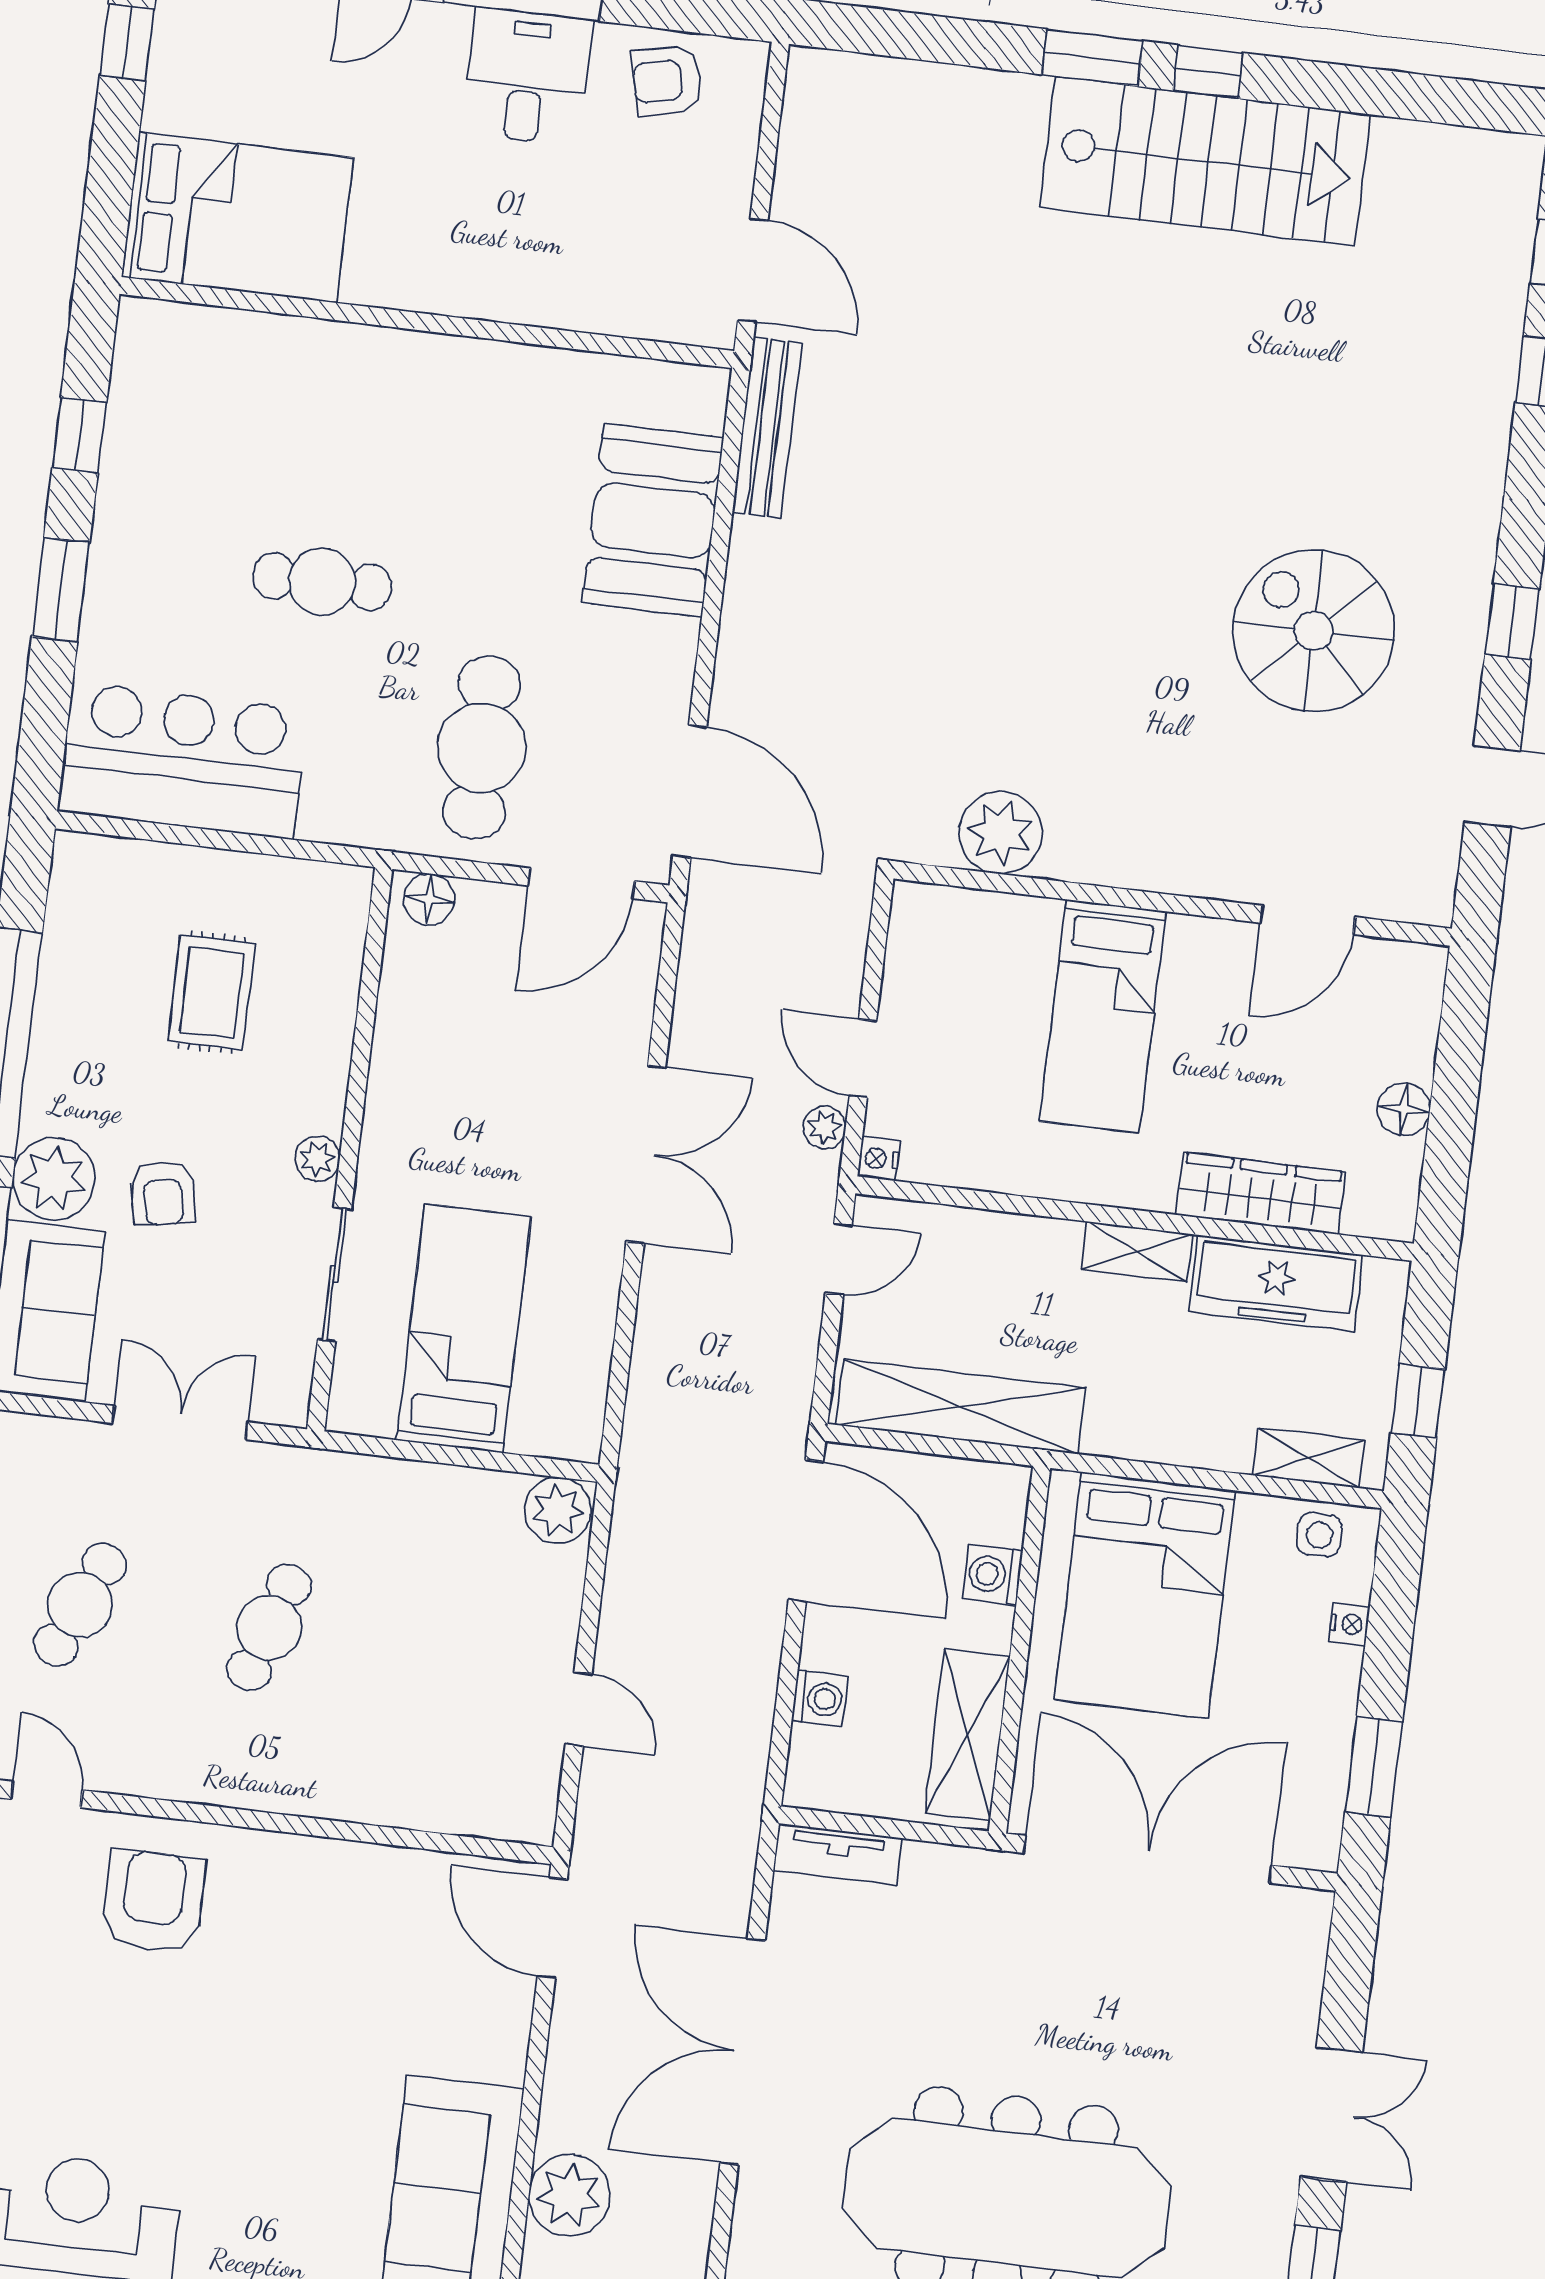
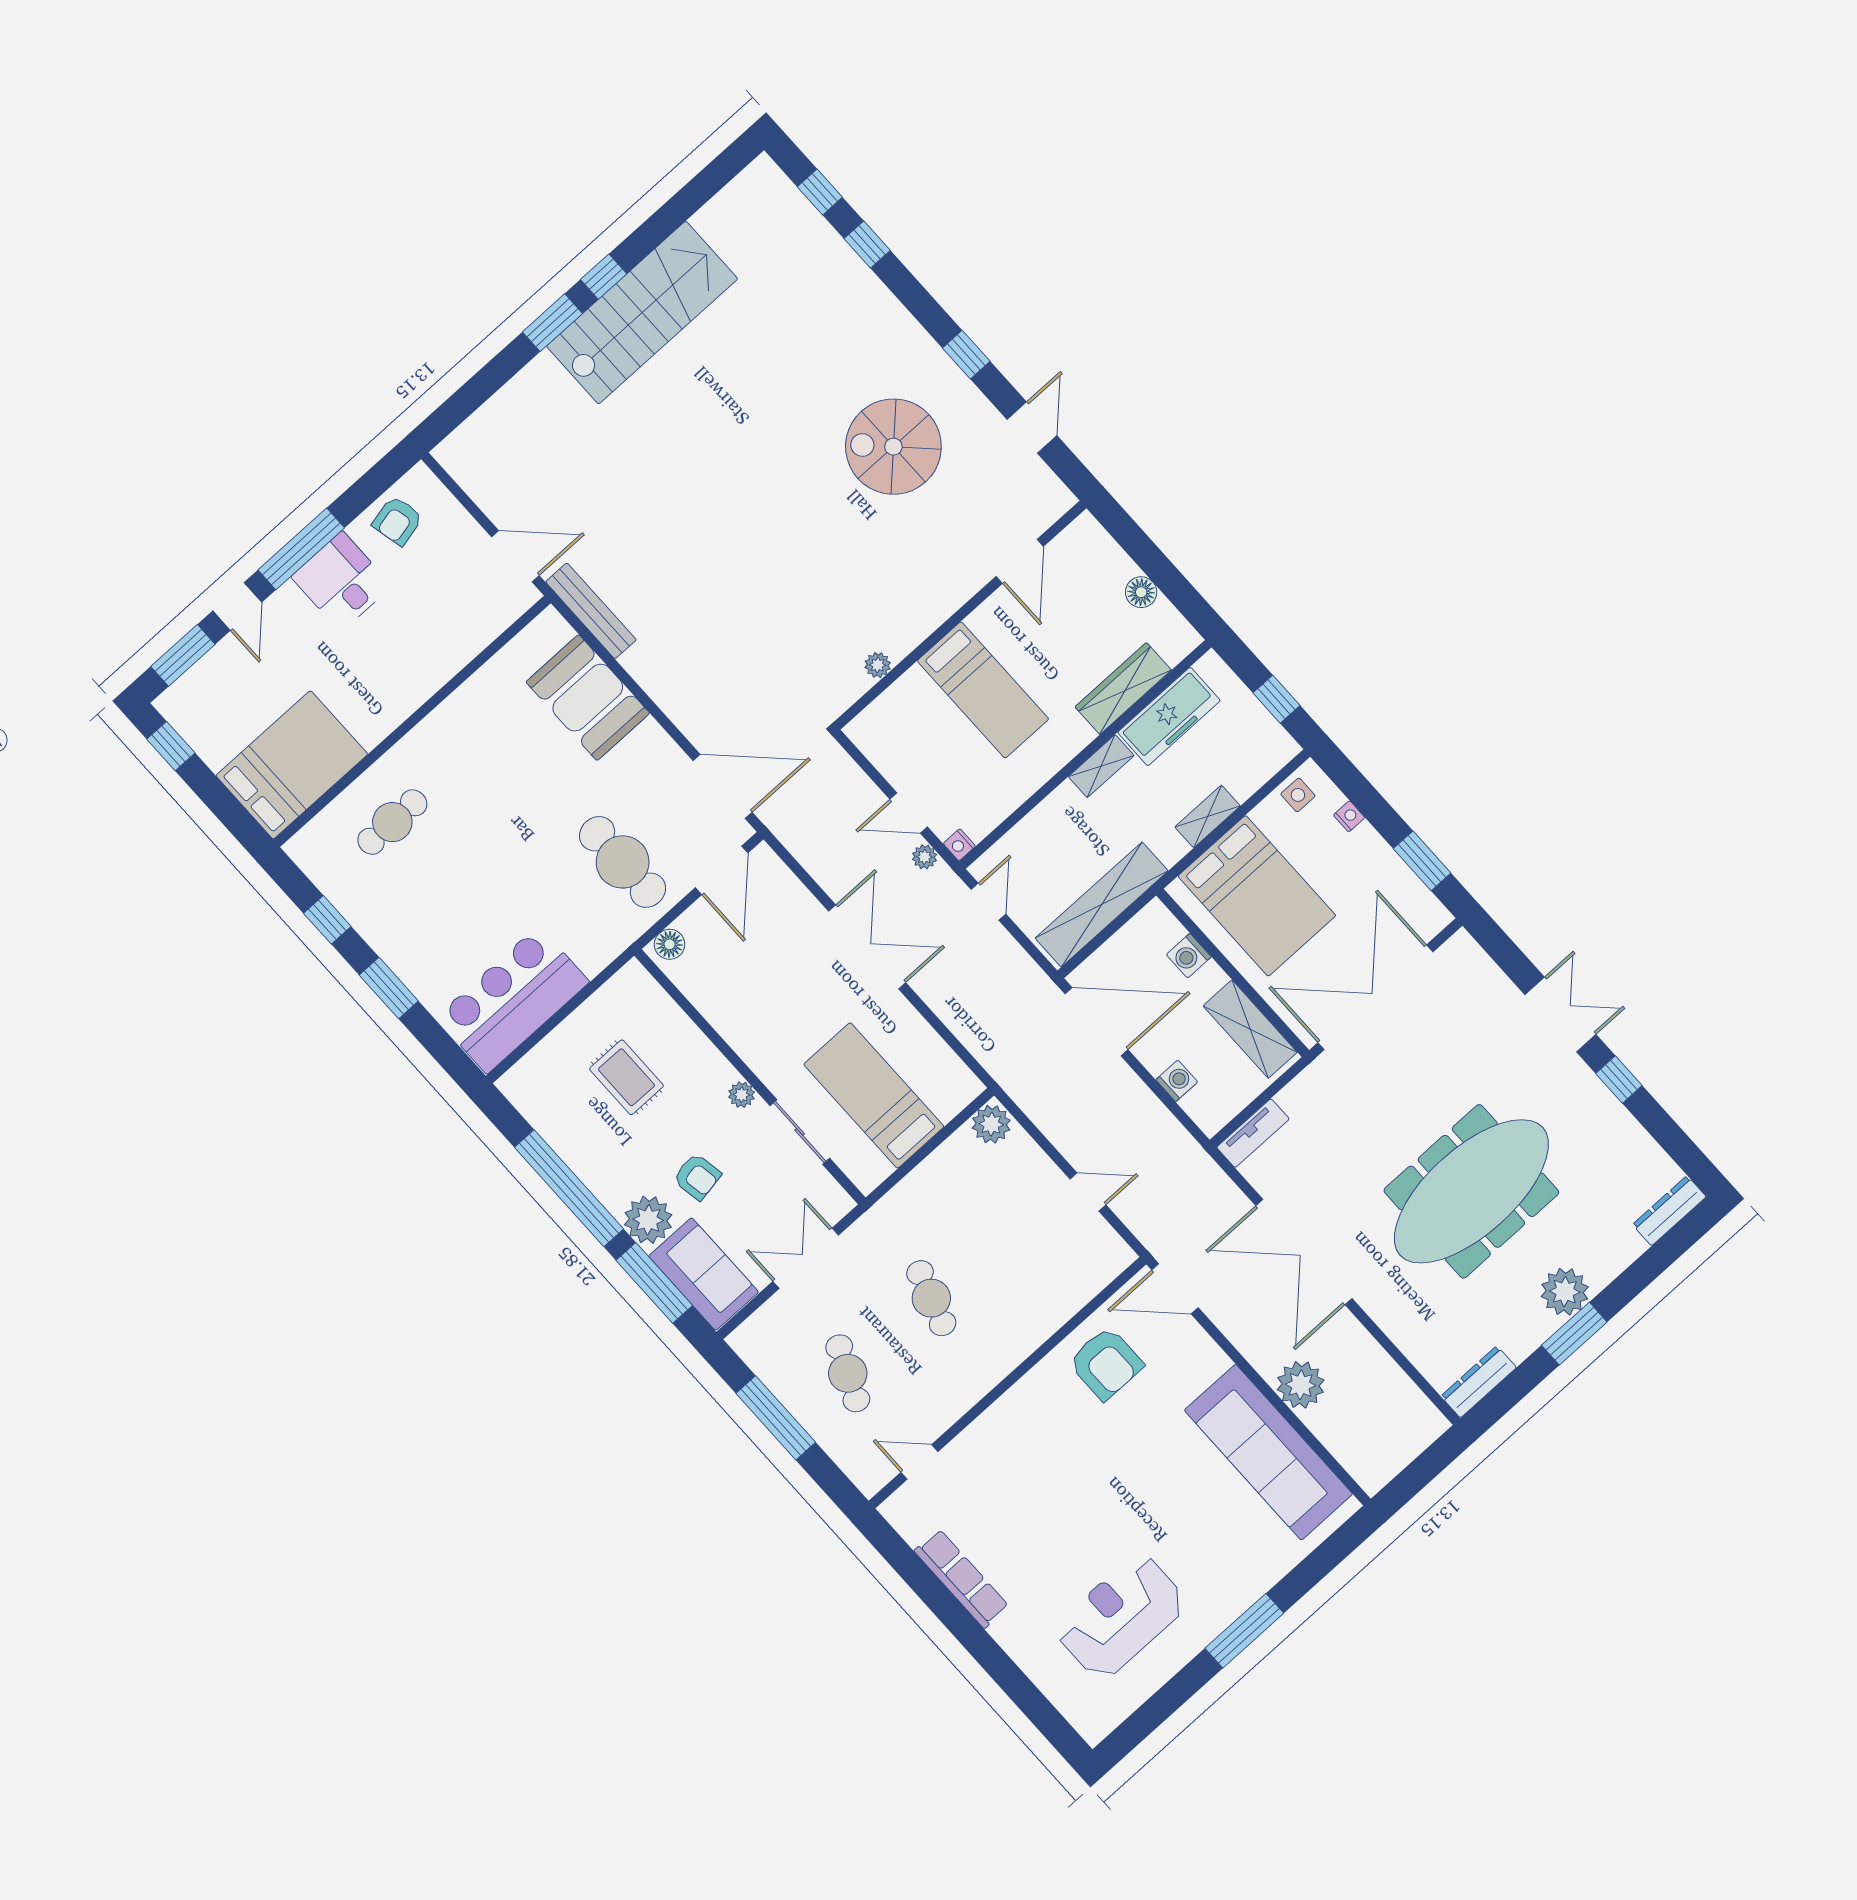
cafe table: (322, 582) -> (392, 822), moved
plant: (1000, 832) -> (878, 665), width x0.53, depth x0.53
shelving: (1308, 1458) -> (1208, 816), moved
armchair: (153, 1901) -> (1106, 1363), moved, turned 180

